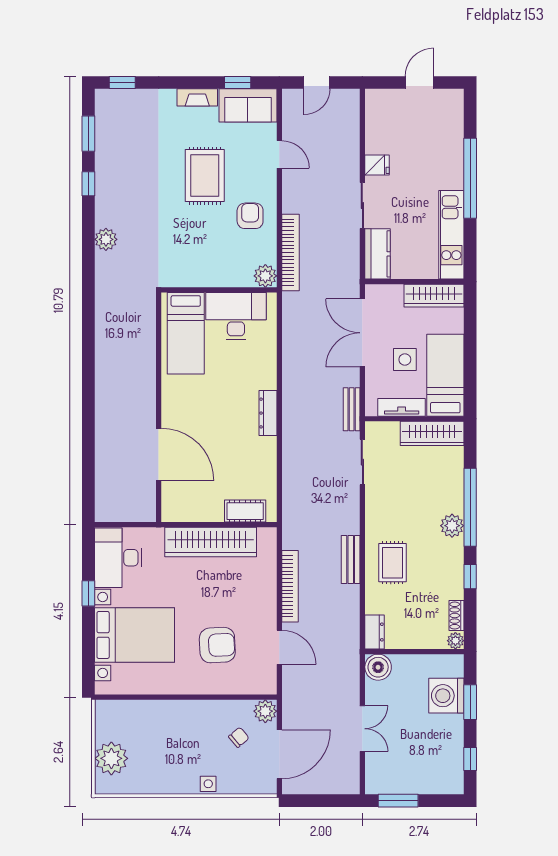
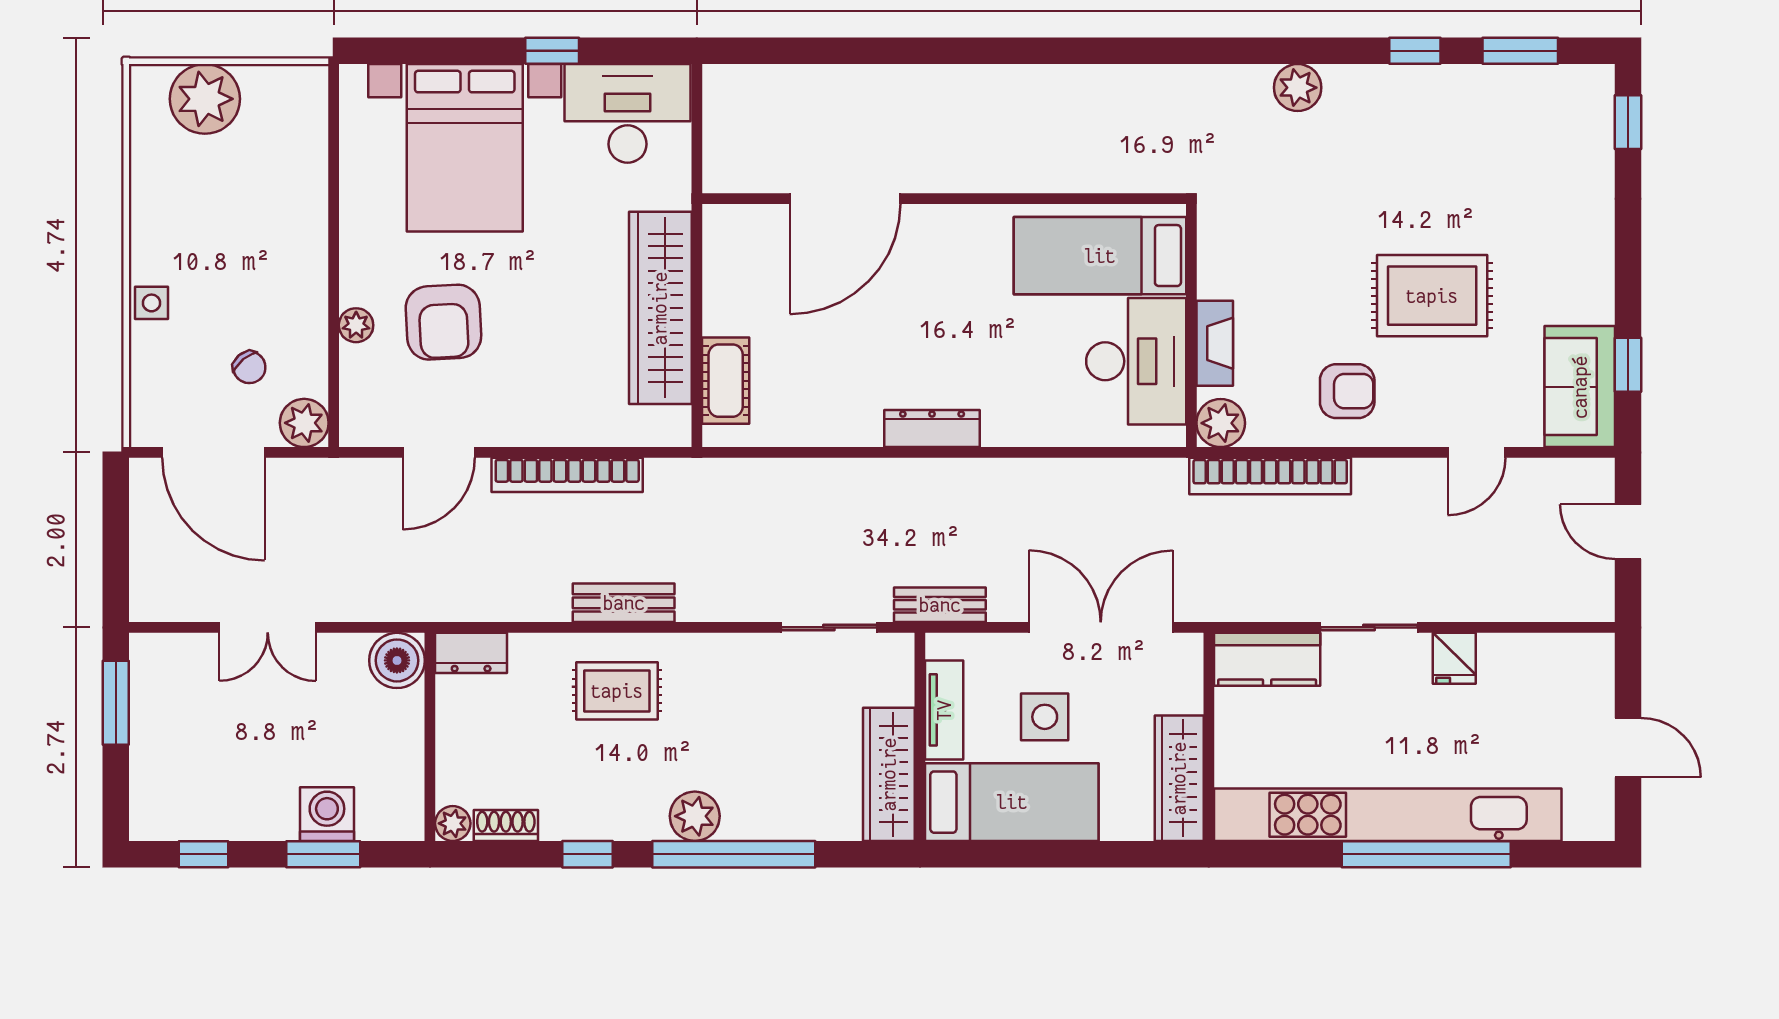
fireplace: (197, 97) -> (1215, 343), moved, turned 180
kitchen unit: (451, 235) -> (1388, 815), width x1.86
plant: (219, 687) -> (356, 325), added
washing machine: (446, 696) -> (327, 814), width x0.73, depth x0.73

